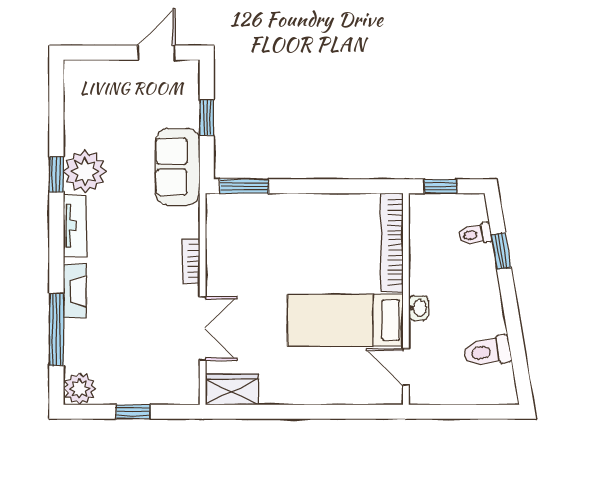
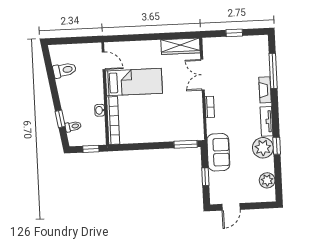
washbasin: (419, 308) -> (100, 110), moved
plant: (79, 389) -> (267, 180), moved
wardrobe: (232, 389) -> (181, 46), width x1.50

